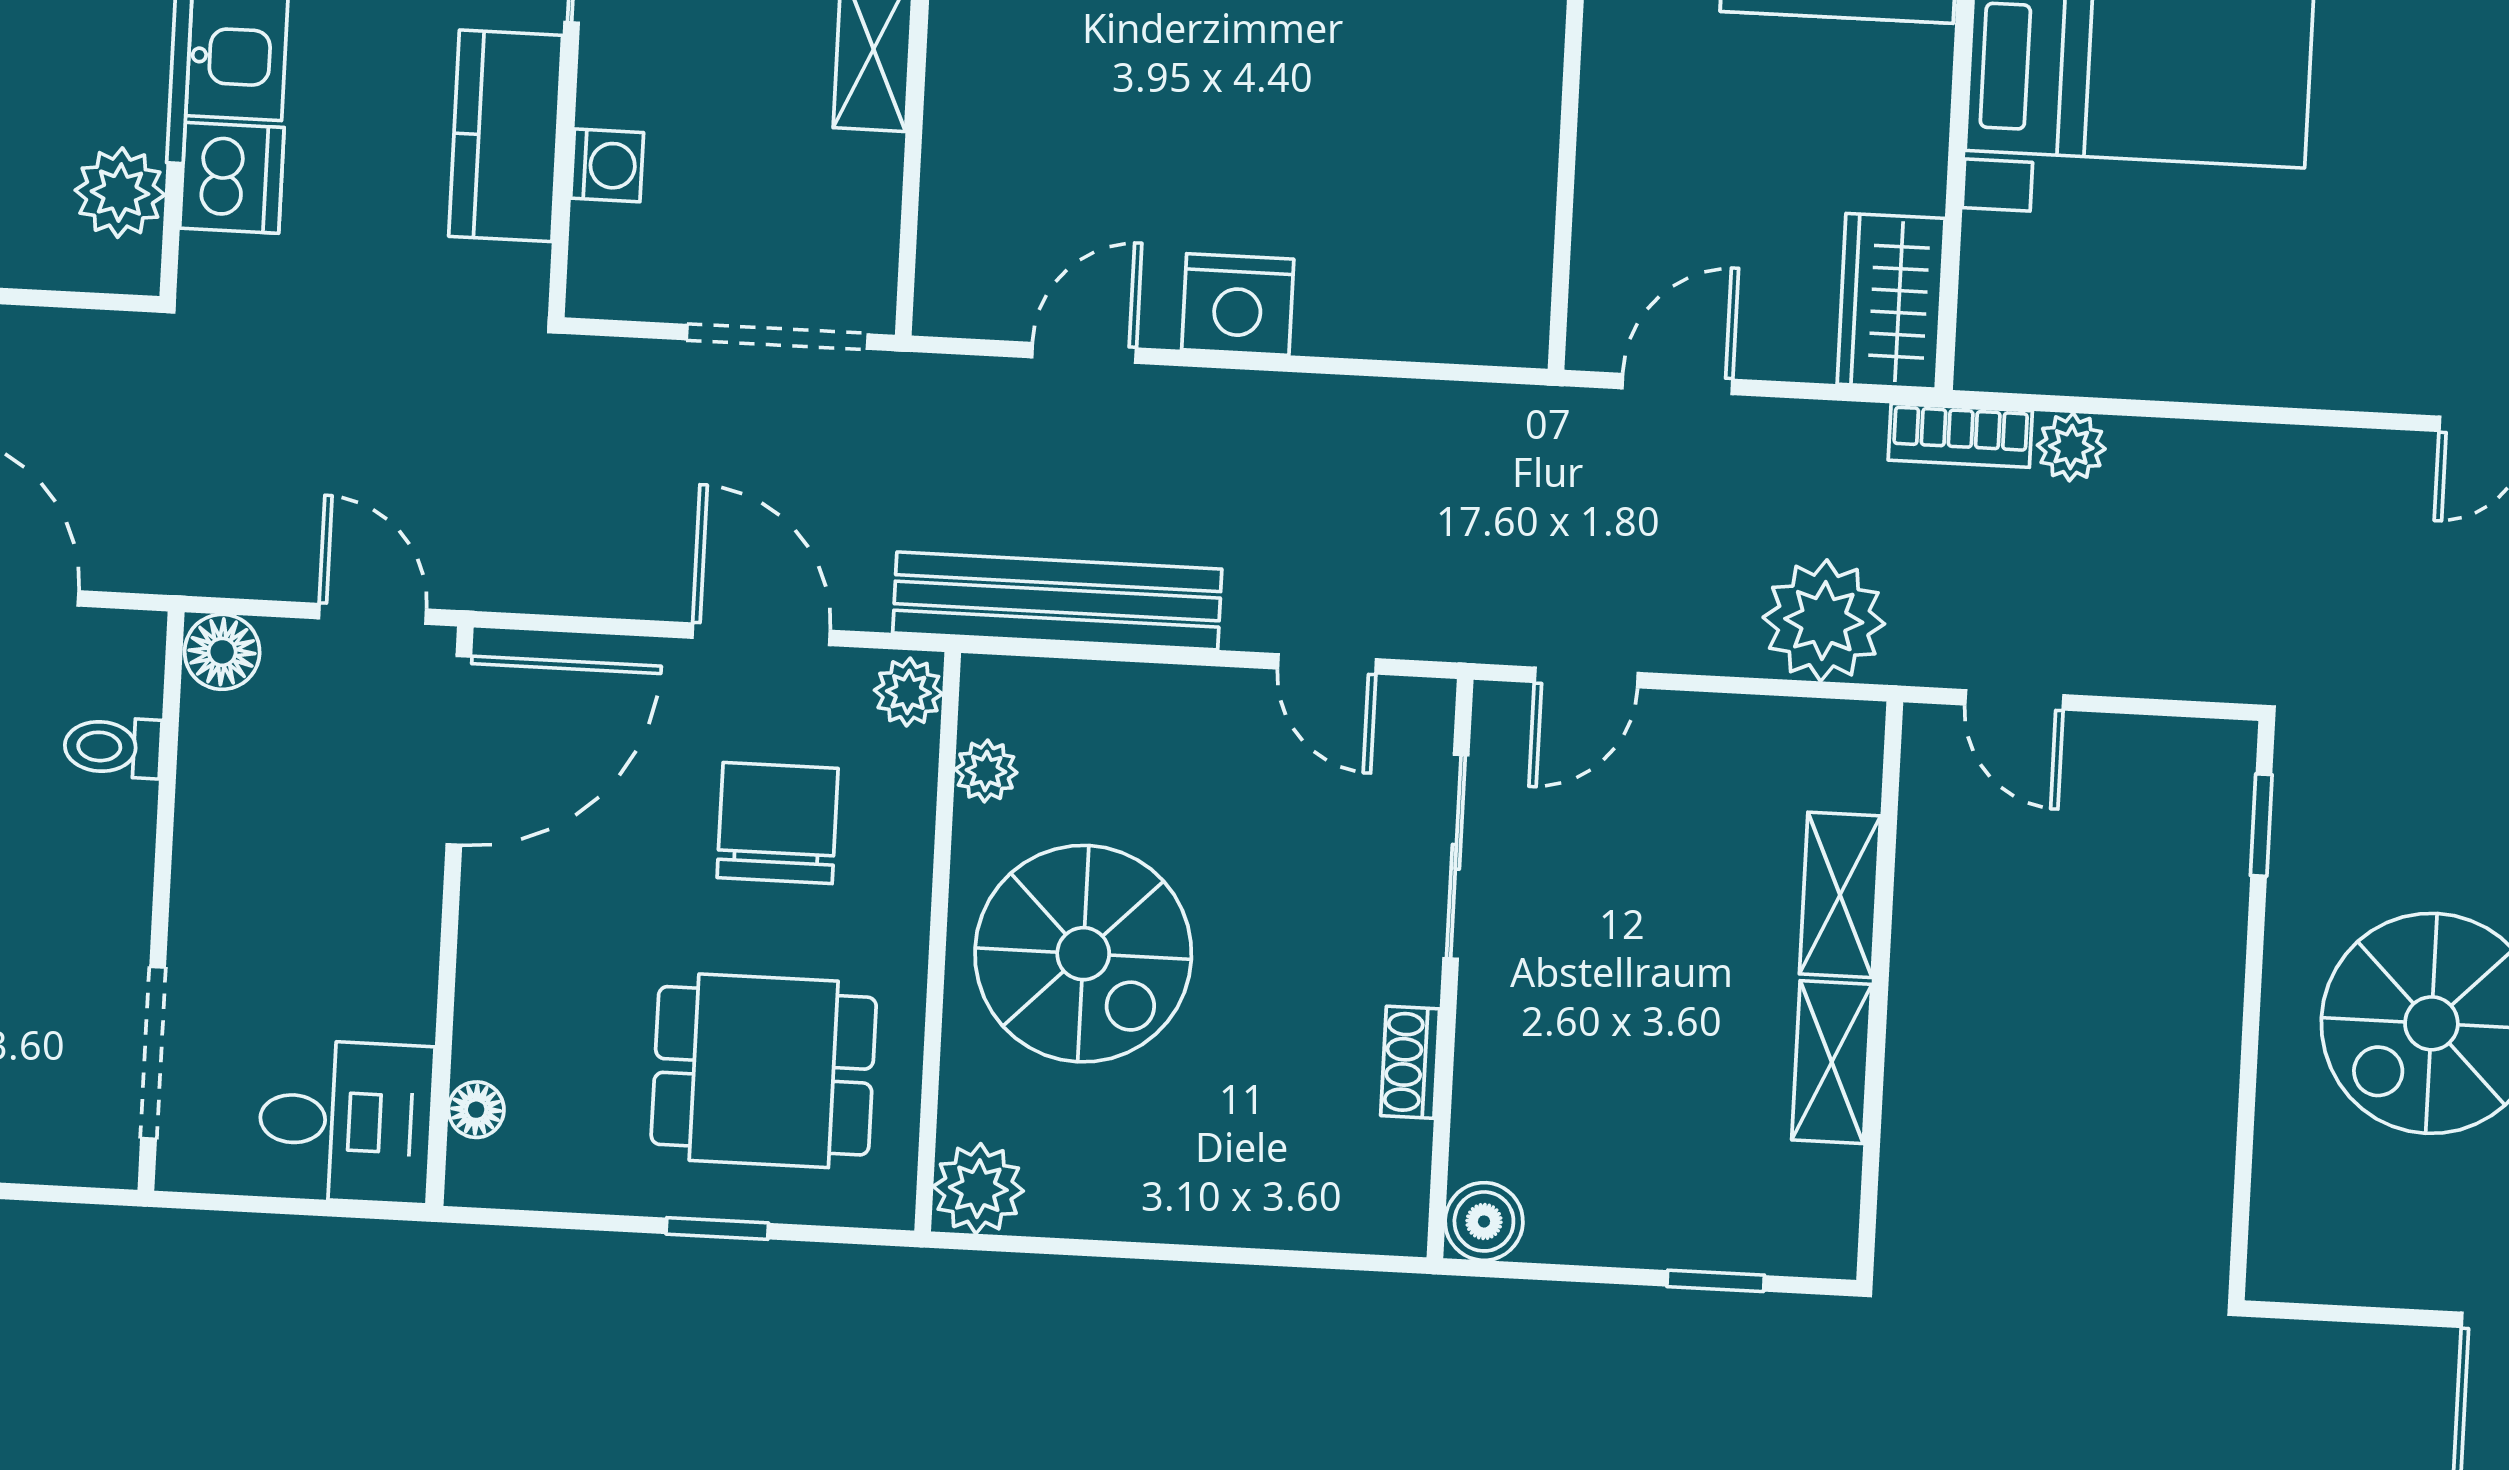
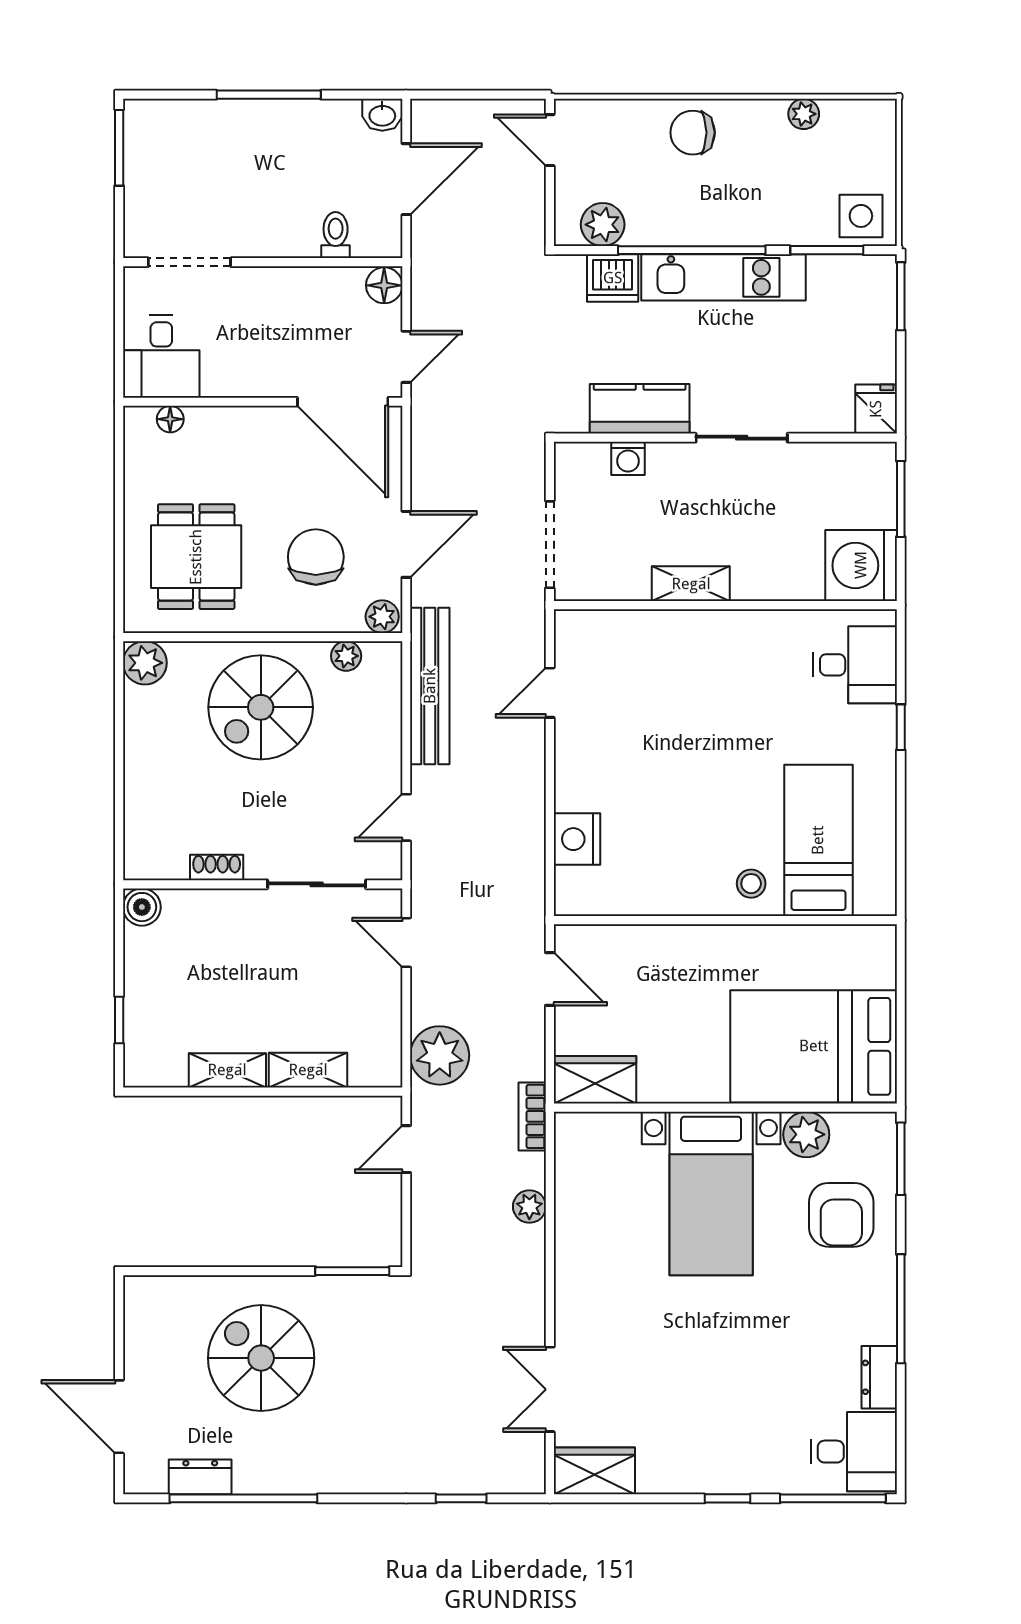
nightstand: (1238, 304) -> (577, 839), moved
door: (1084, 353) -> (550, 693), swing flipped
plant: (2071, 447) -> (529, 1206), moved
chair: (778, 823) -> (316, 557), turned -90
window: (2261, 825) -> (352, 1271), width x1.50
window: (717, 1229) -> (119, 538), removed

